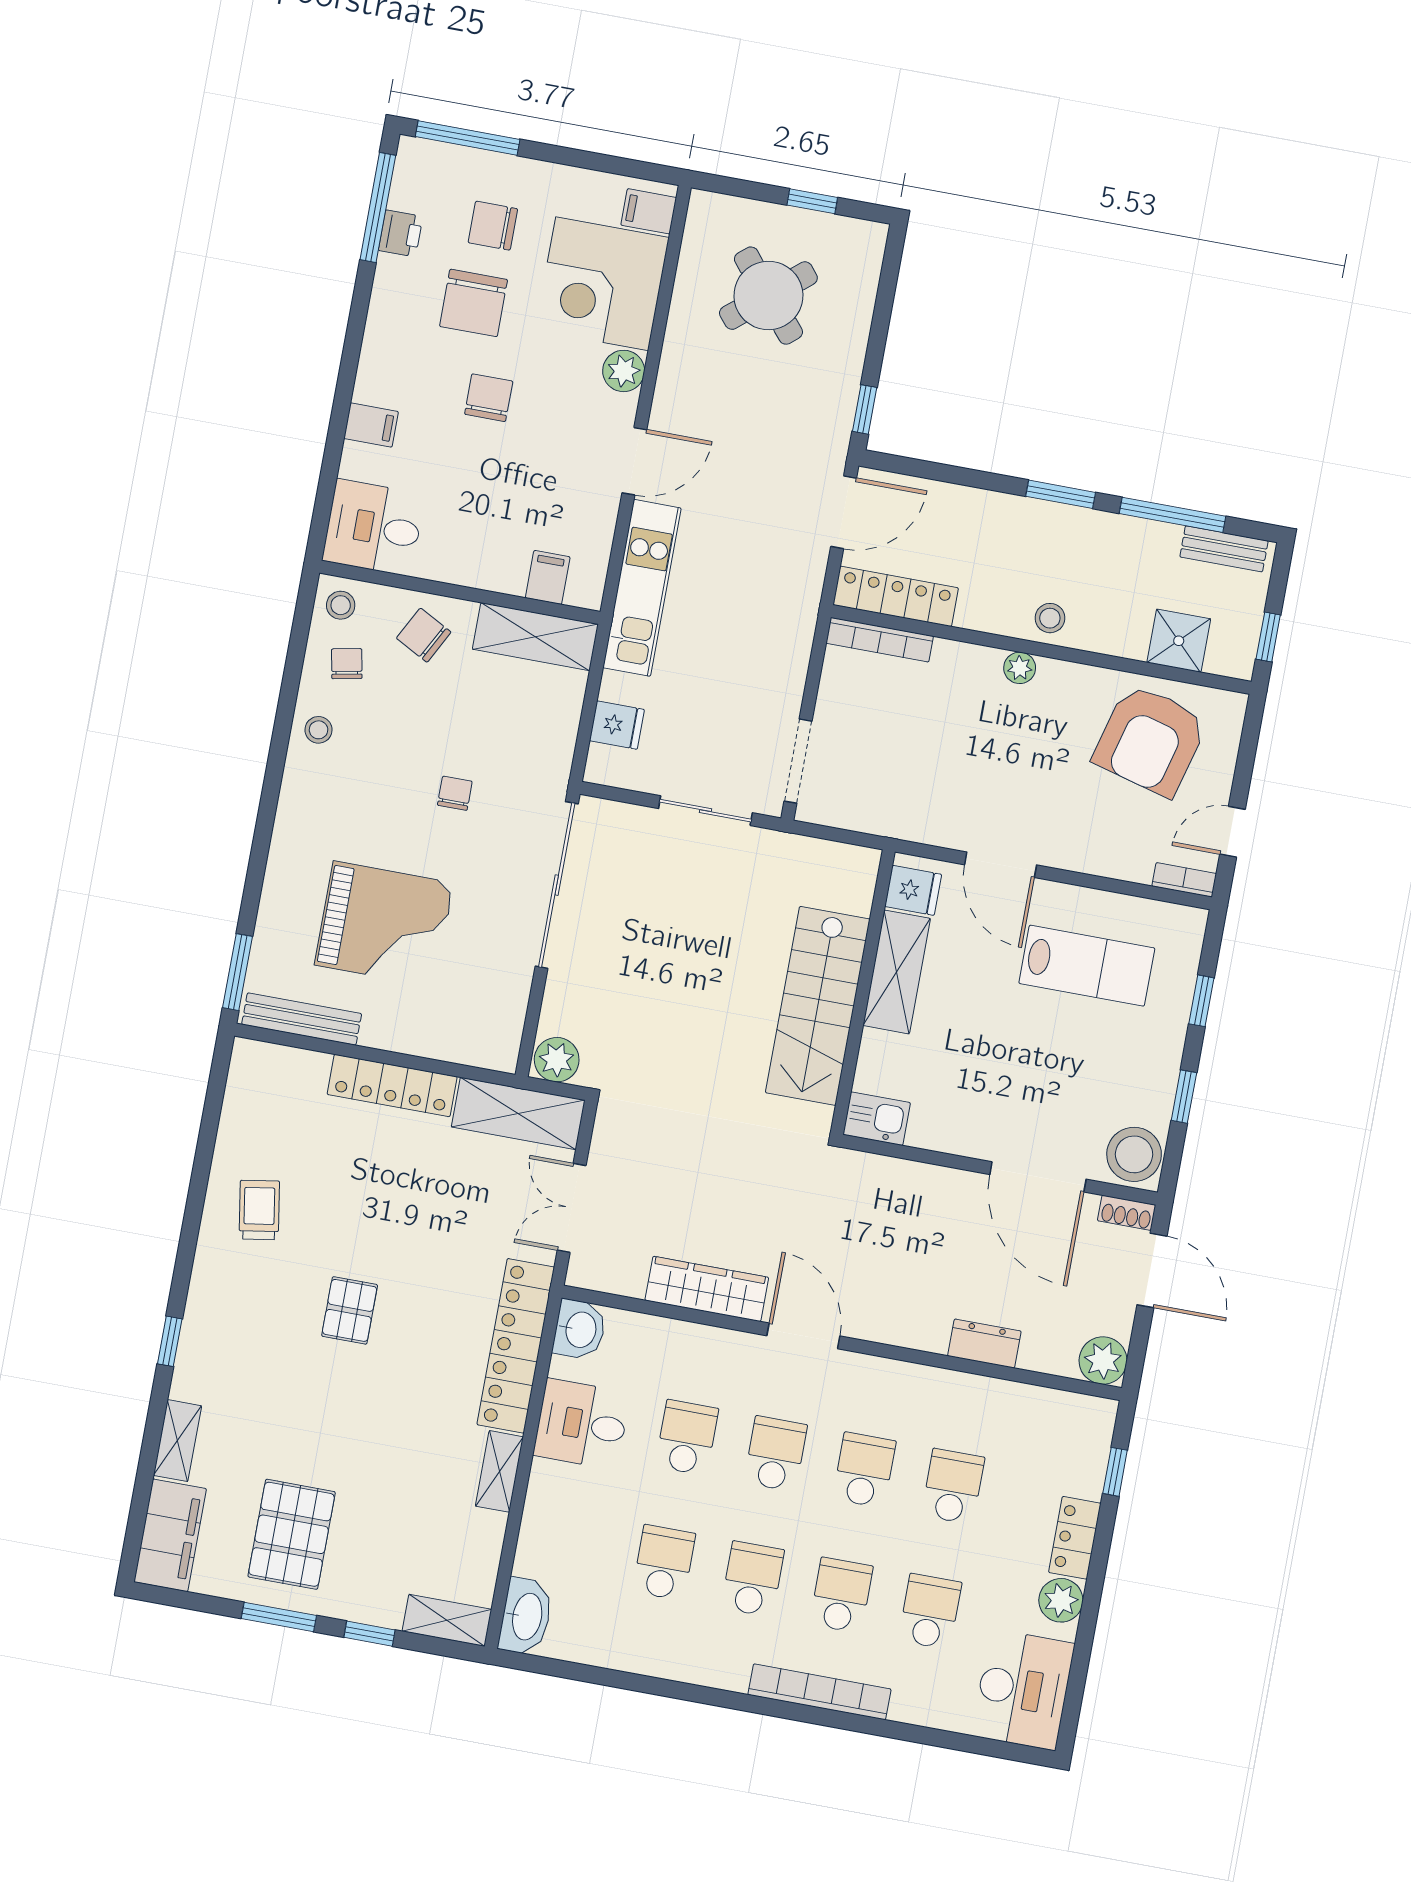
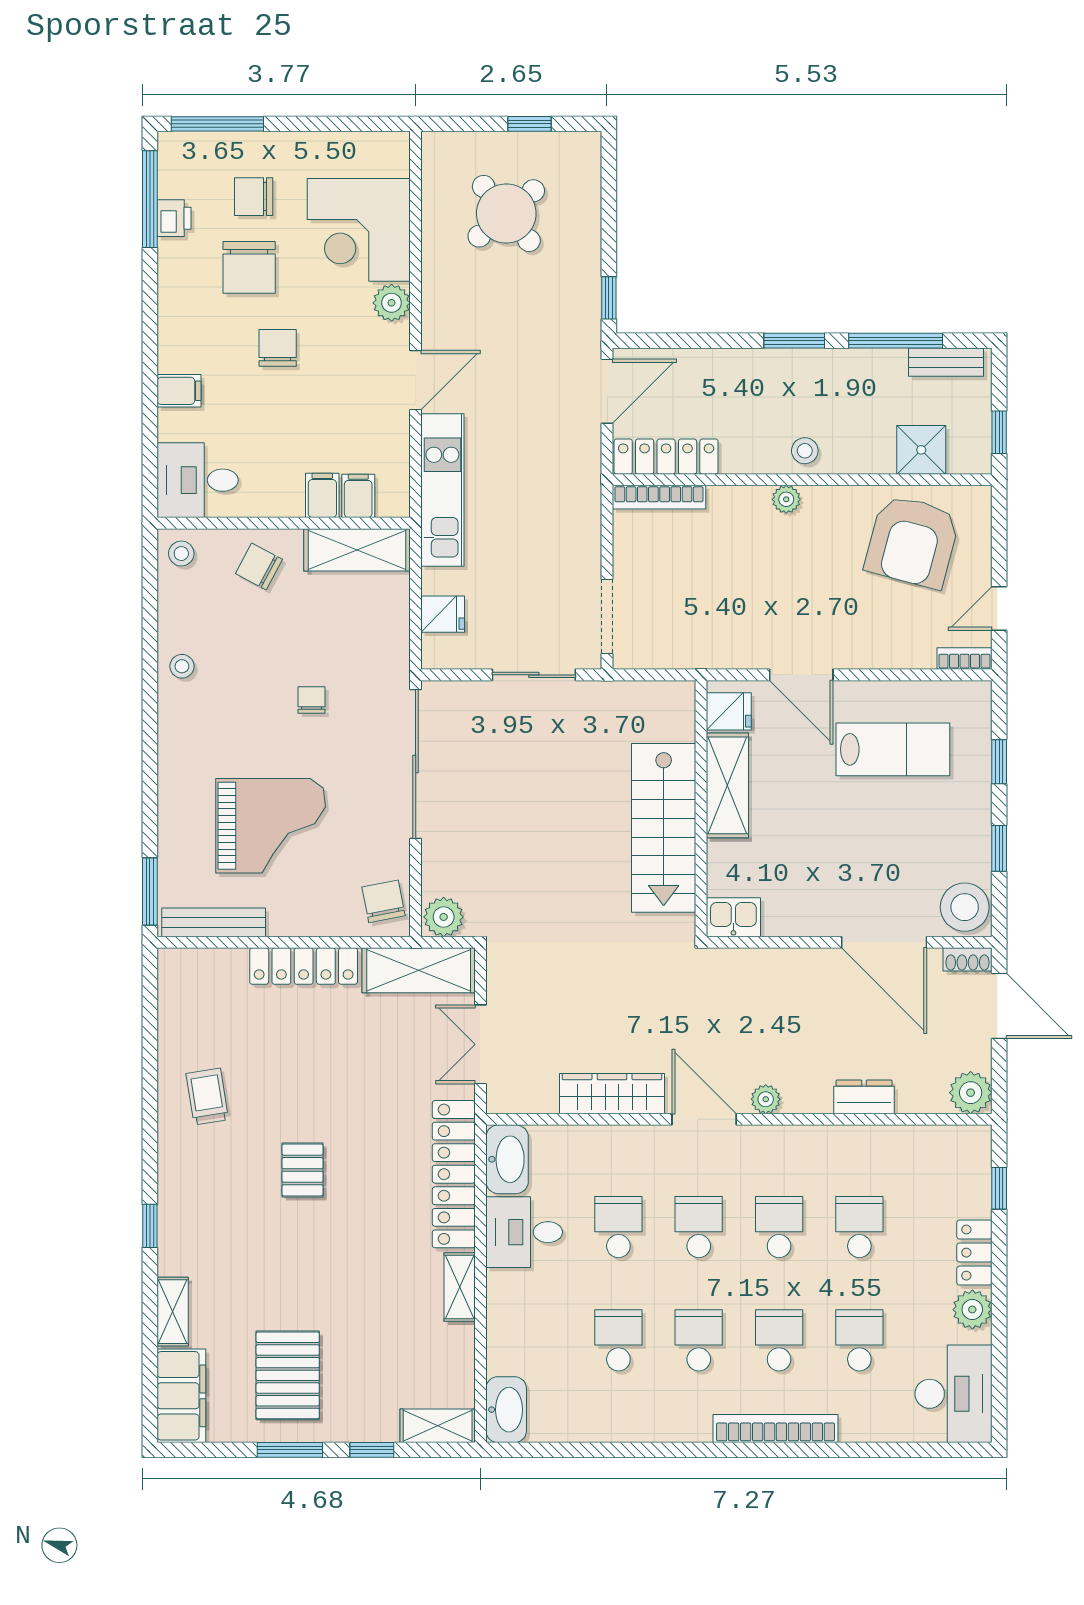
filing cabinet: (649, 211) -> (322, 495), moved, turned 90
chair: (347, 664) -> (384, 901), moved, width x1.37, depth x1.37
plant: (875, 1326) -> (766, 1099), added
washbasin: (580, 1330) -> (507, 1159), width x1.38

